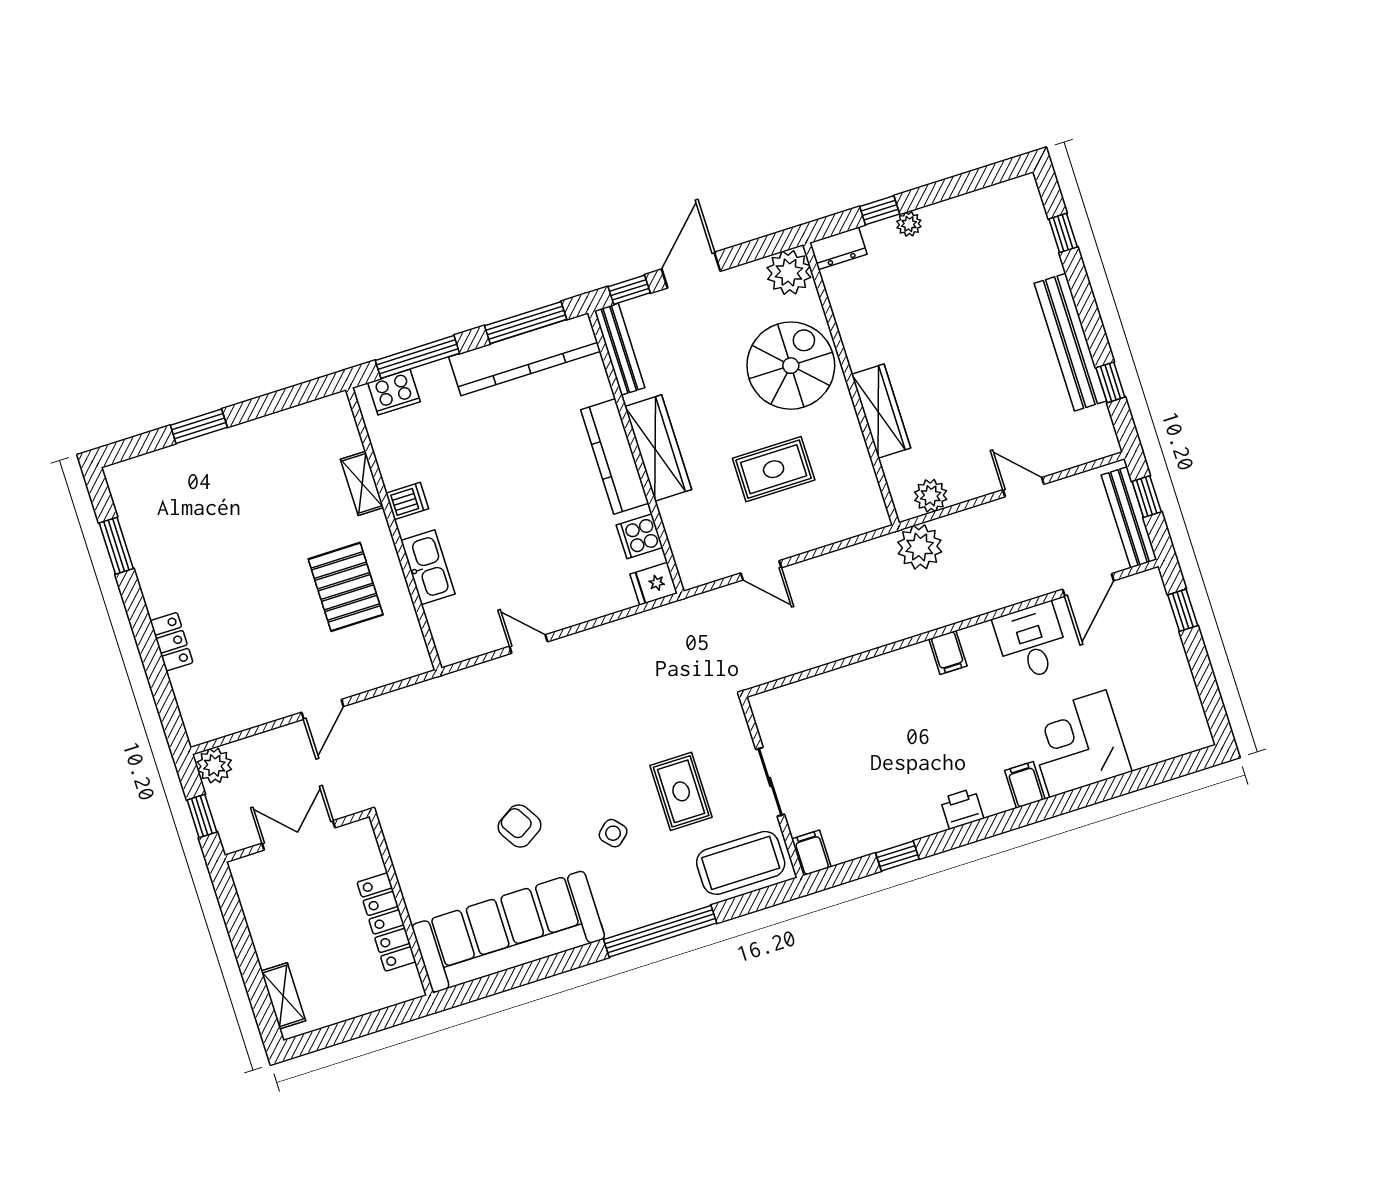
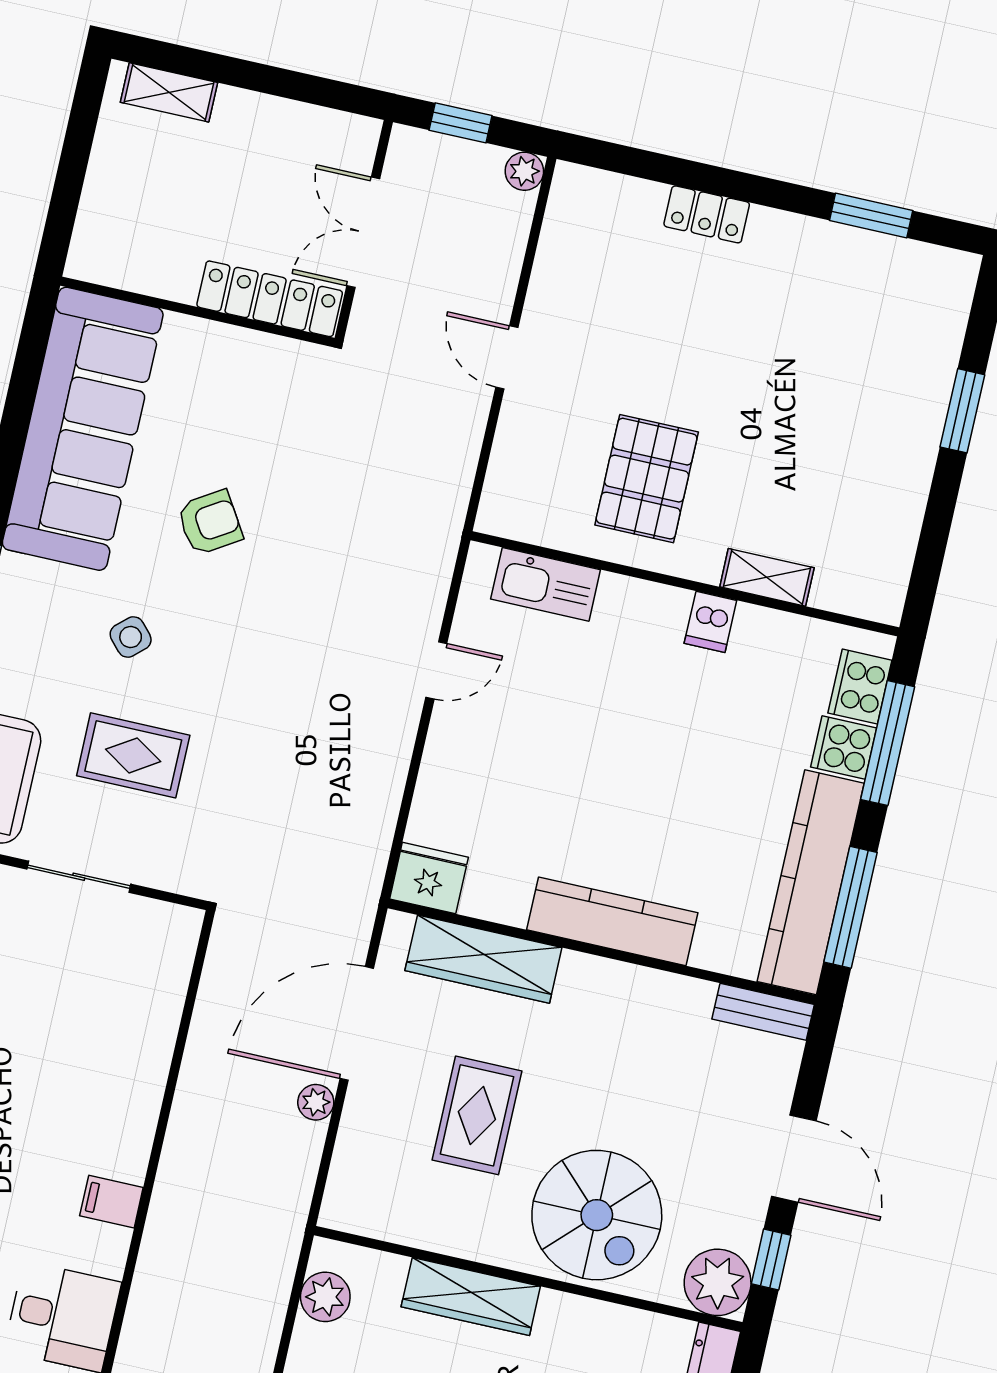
window: (629, 290) -> (771, 1260), moved
bench: (620, 349) -> (763, 1012), width x0.73
wardrobe: (658, 448) -> (483, 959), moved
cooker: (640, 536) -> (844, 747), moved, turned -90
plant: (920, 547) -> (316, 1102), moved, width x0.53, depth x0.53
kitchen sink: (428, 567) -> (546, 584), moved
door: (761, 570) -> (357, 1023), width x1.87
fridge: (654, 584) -> (429, 878), width x1.38
pallet: (346, 587) -> (647, 479), turned 90
plant: (214, 766) -> (524, 171), width x0.73, depth x0.73
double door: (299, 835) -> (363, 232), swing flipped
locker: (386, 922) -> (270, 299), moved

